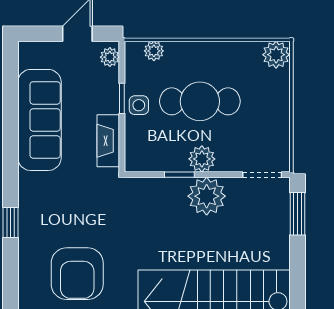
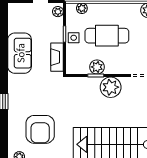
sofa: (39, 120) -> (20, 53), width x0.73
plant: (202, 159) -> (97, 67), moved

